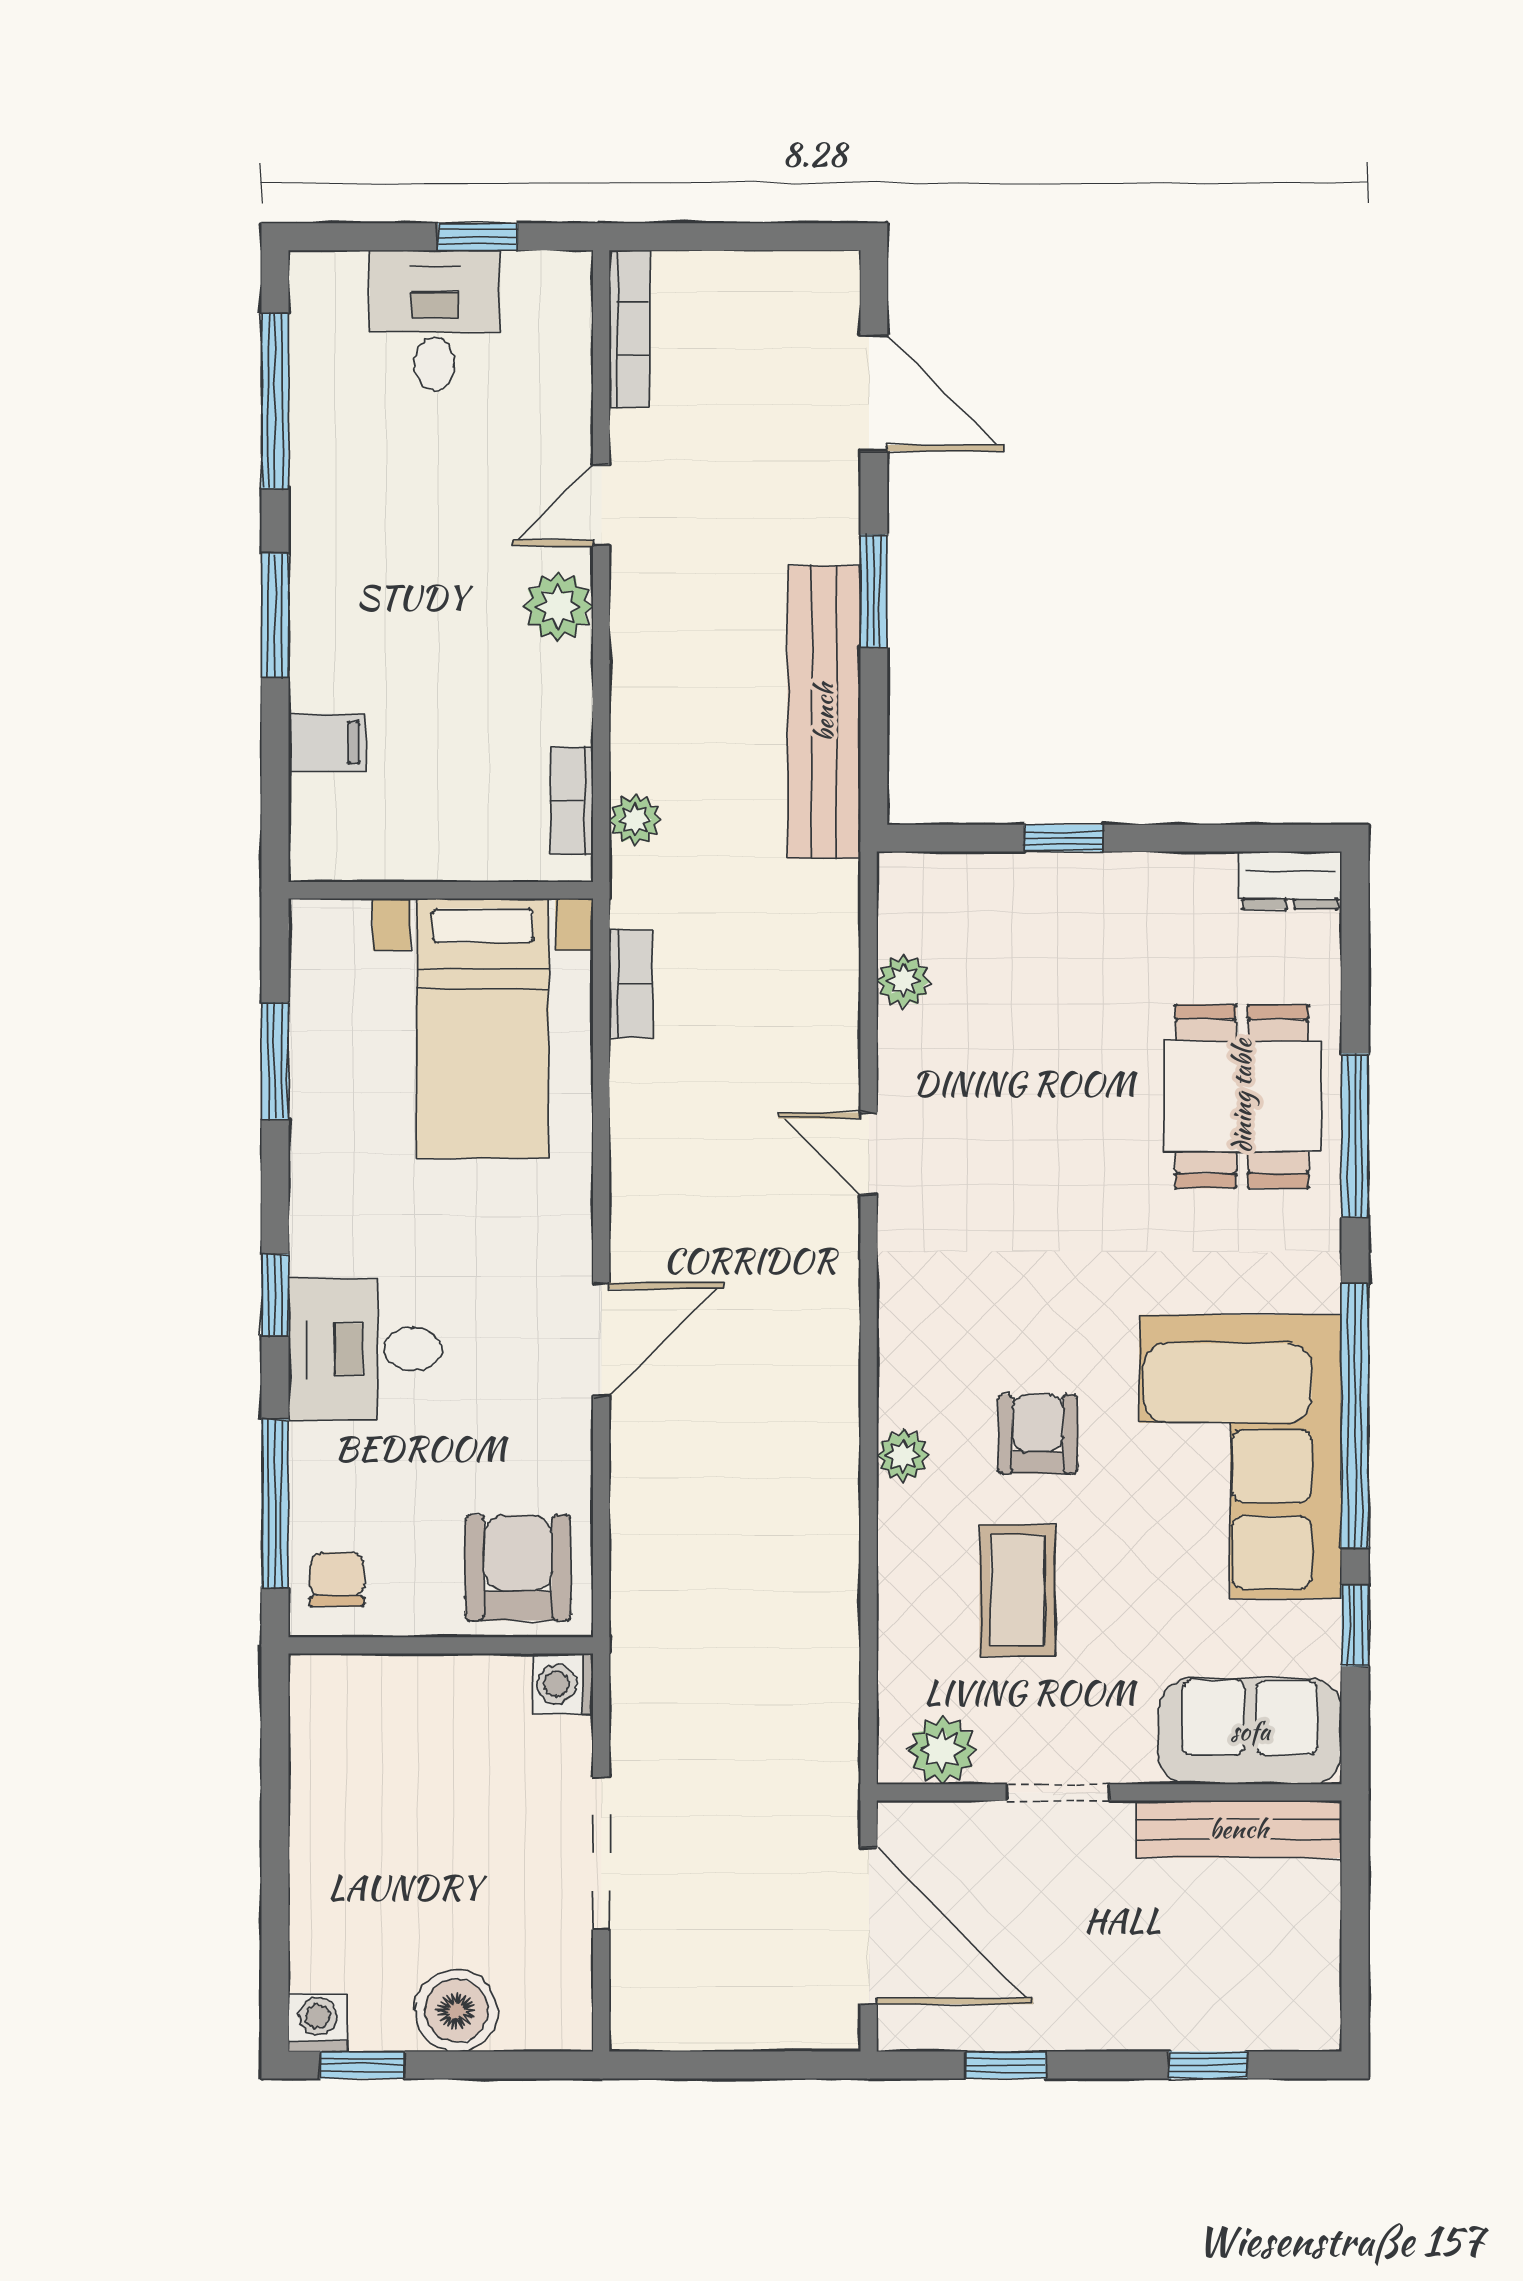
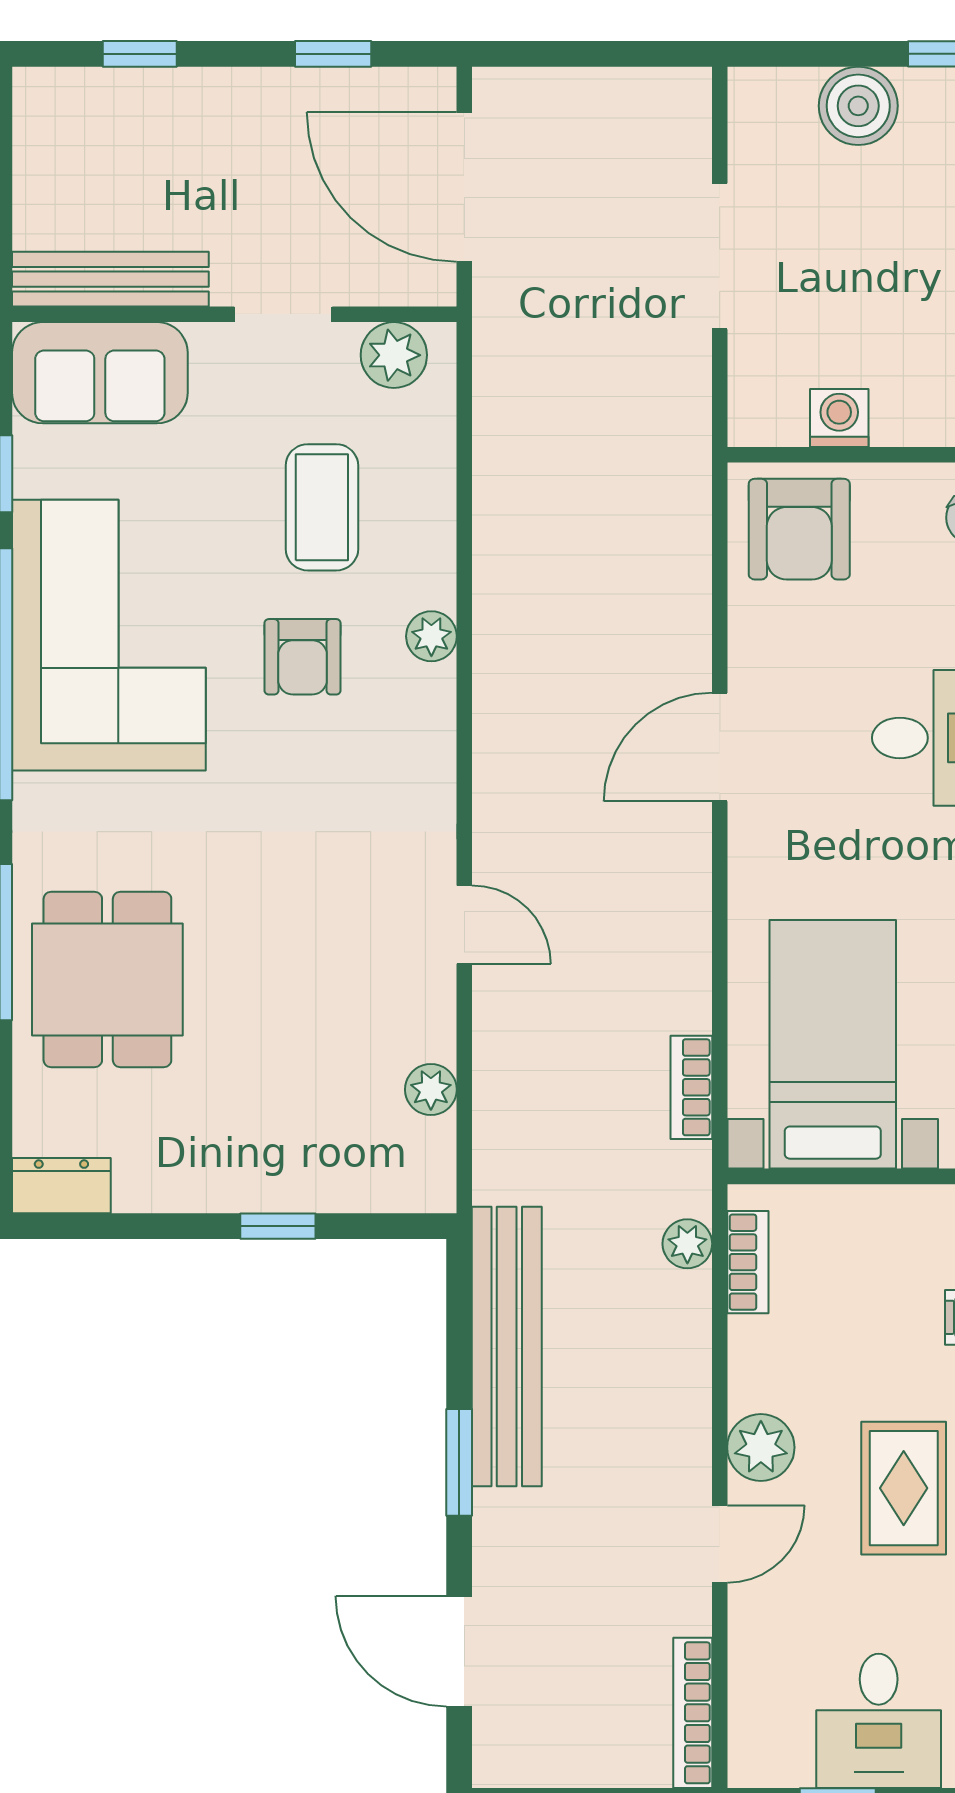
rug: (409, 564) -> (904, 1488), added
washing machine: (563, 1684) -> (839, 418), moved, turned -90

